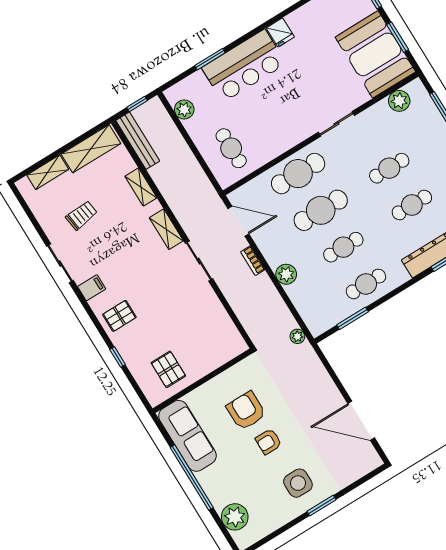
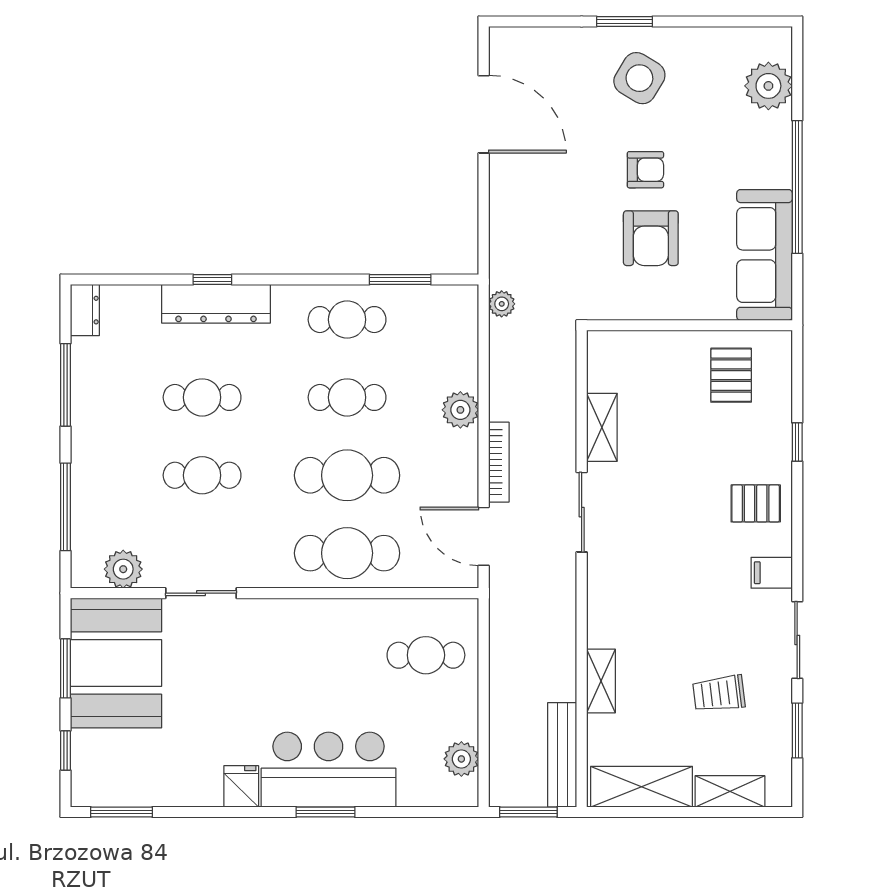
window: (210, 59) -> (325, 812), moved
window: (137, 104) -> (528, 812), width x1.50
sliding door: (336, 124) -> (201, 593), moved
cafe table: (231, 148) -> (426, 655), turned 90
window: (34, 221) -> (797, 730), added
shelving: (166, 229) -> (602, 427), moved
bookcase: (253, 261) -> (499, 462), width x1.56
side table: (298, 483) -> (639, 78), turned 31

